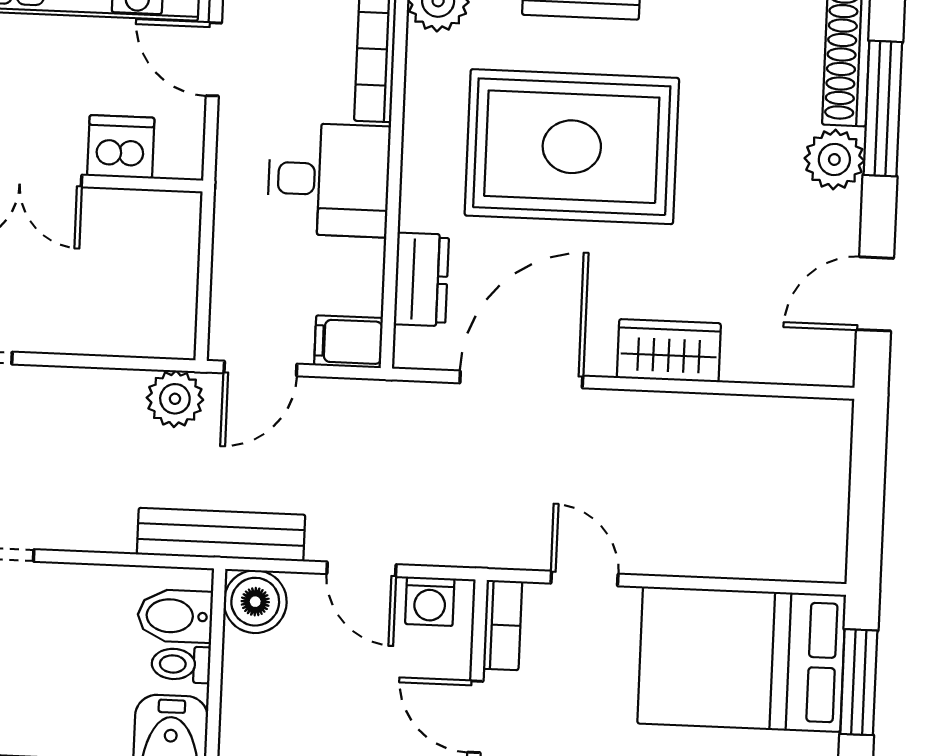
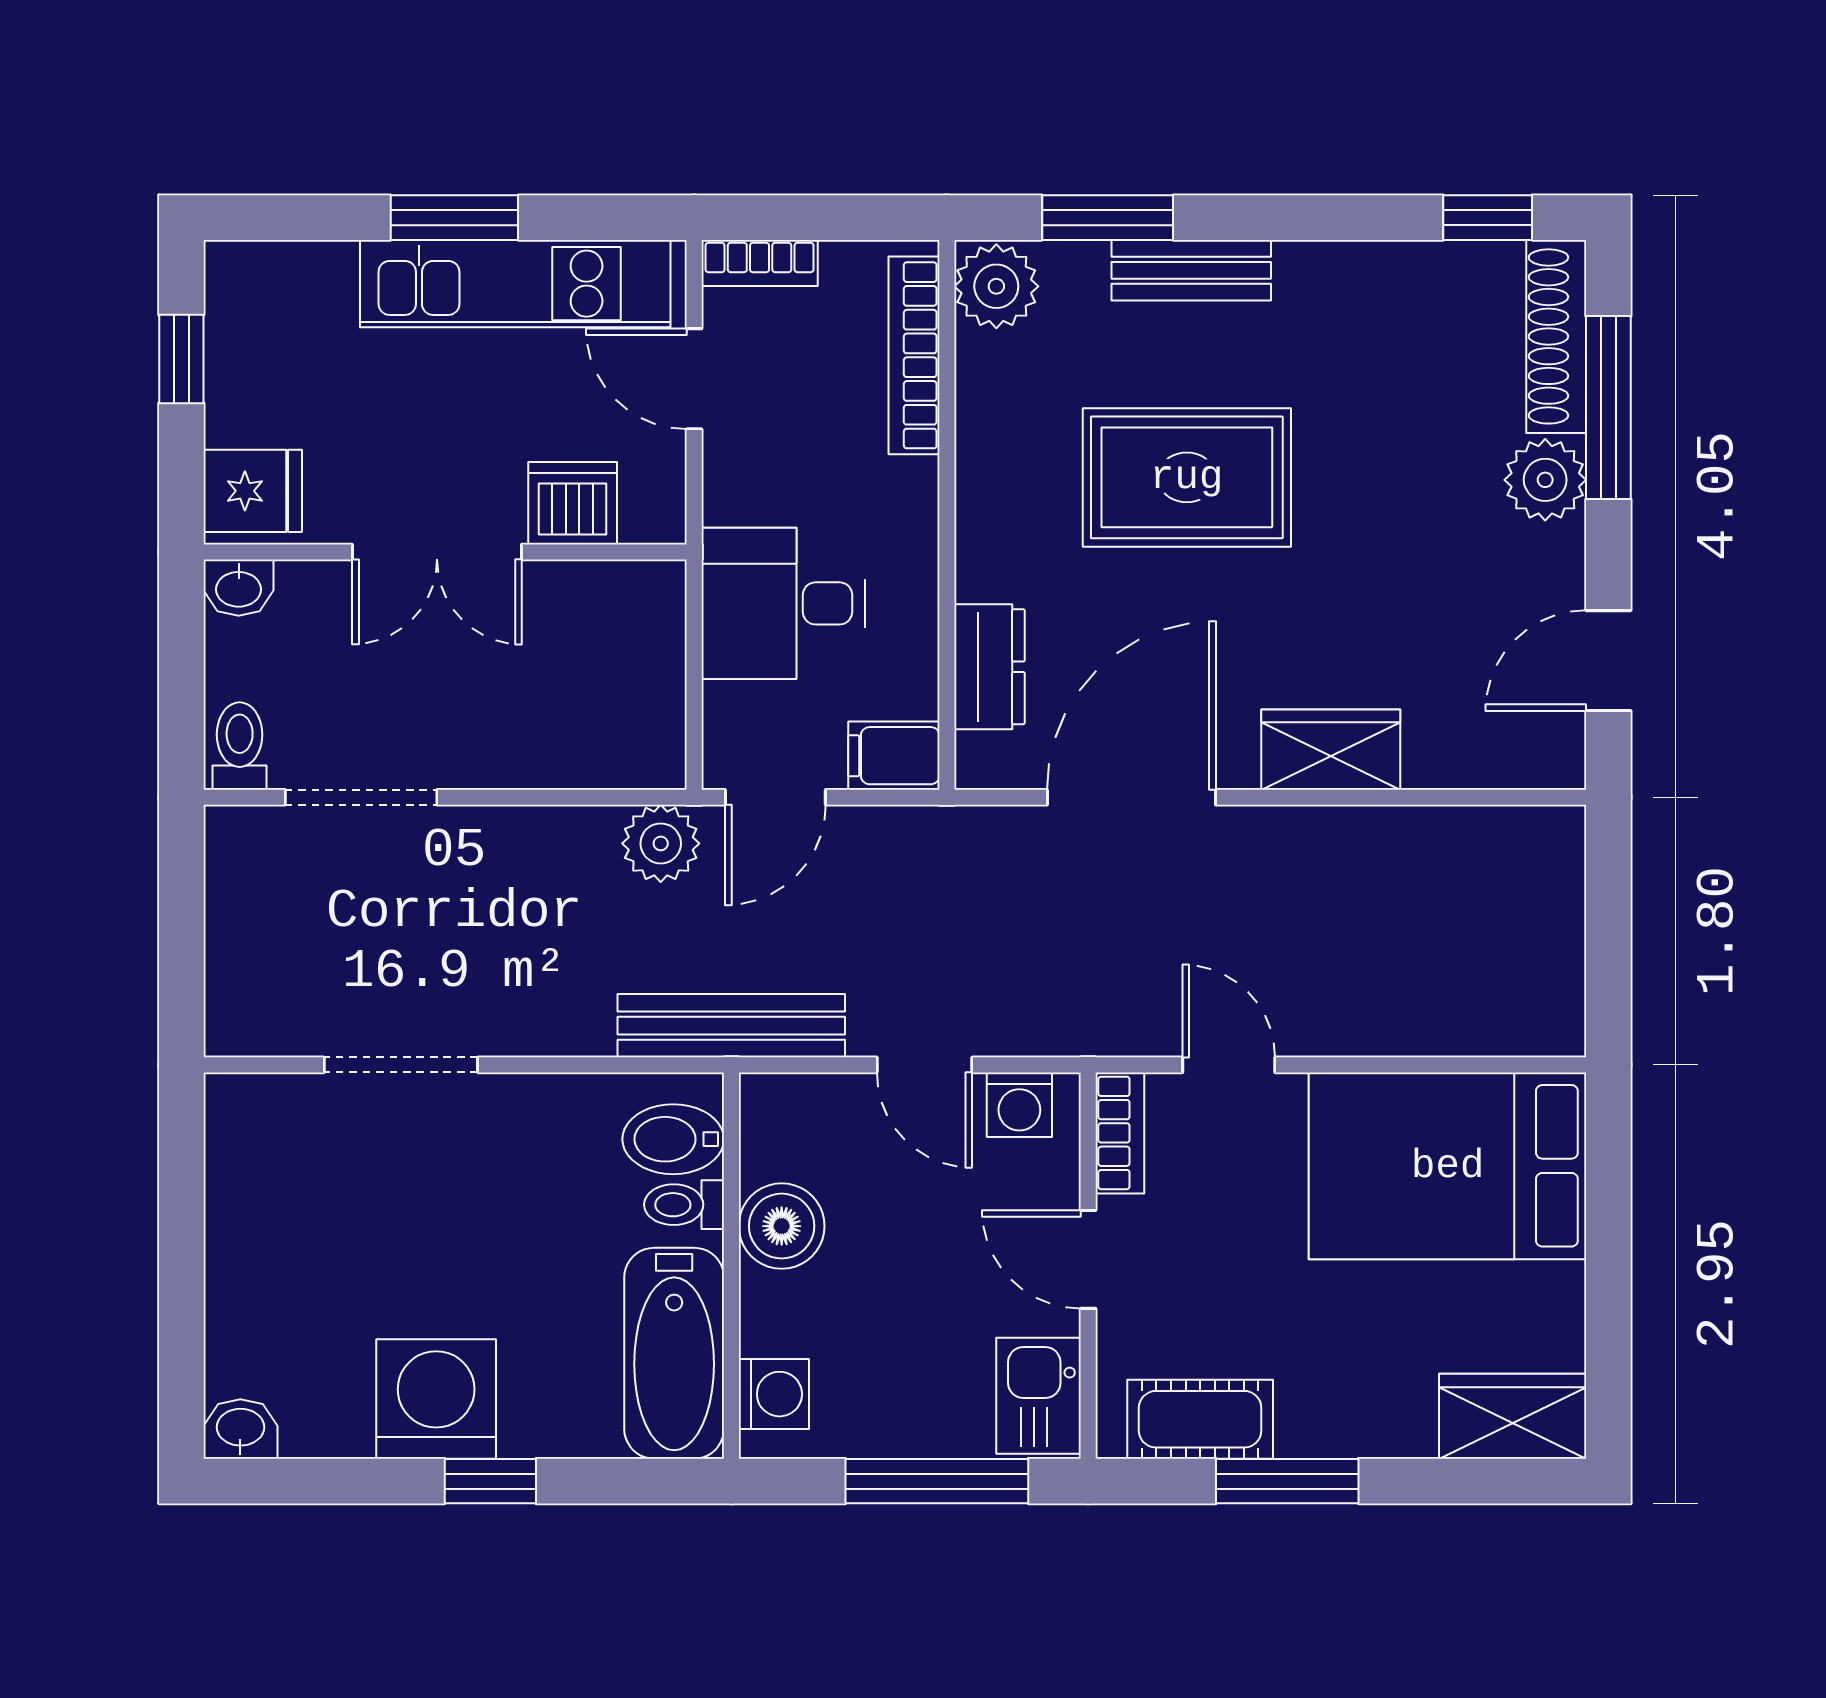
rug: (572, 147) -> (1187, 477), width x0.73, depth x0.69
desk: (329, 180) -> (783, 603), moved, turned 180
boiler: (255, 602) -> (782, 1226), moved
window: (859, 682) -> (1608, 1190), removed

